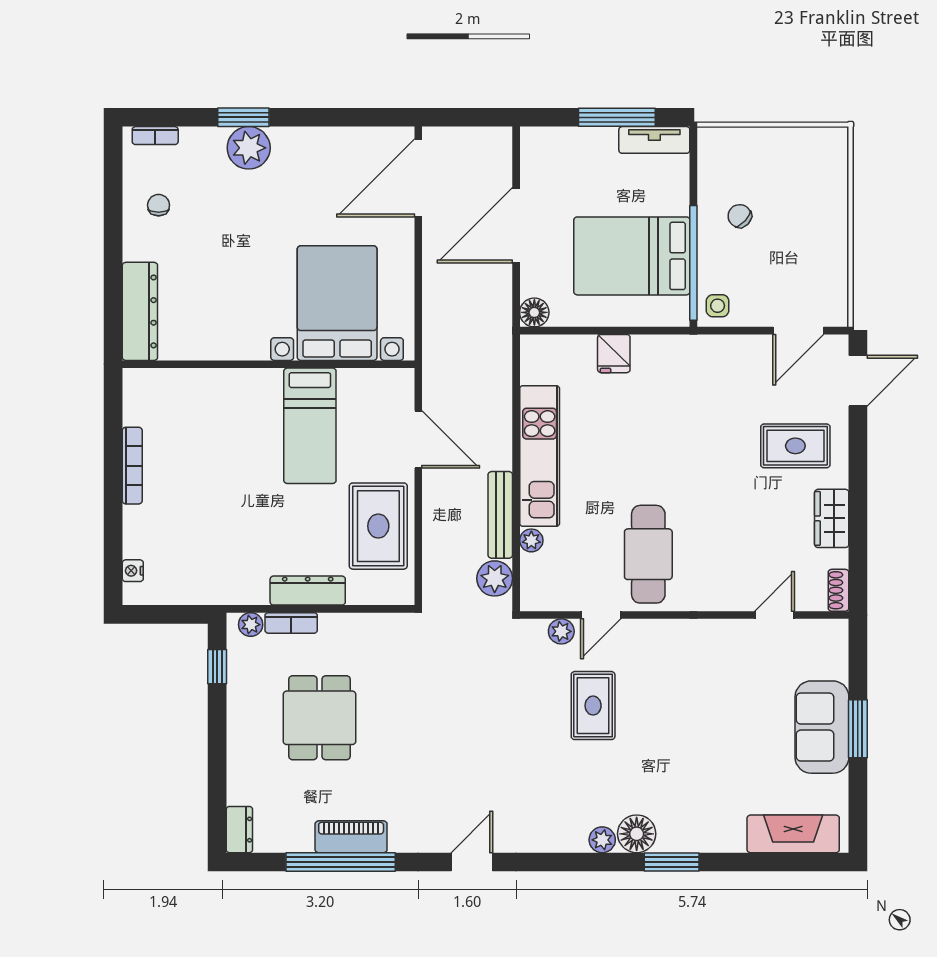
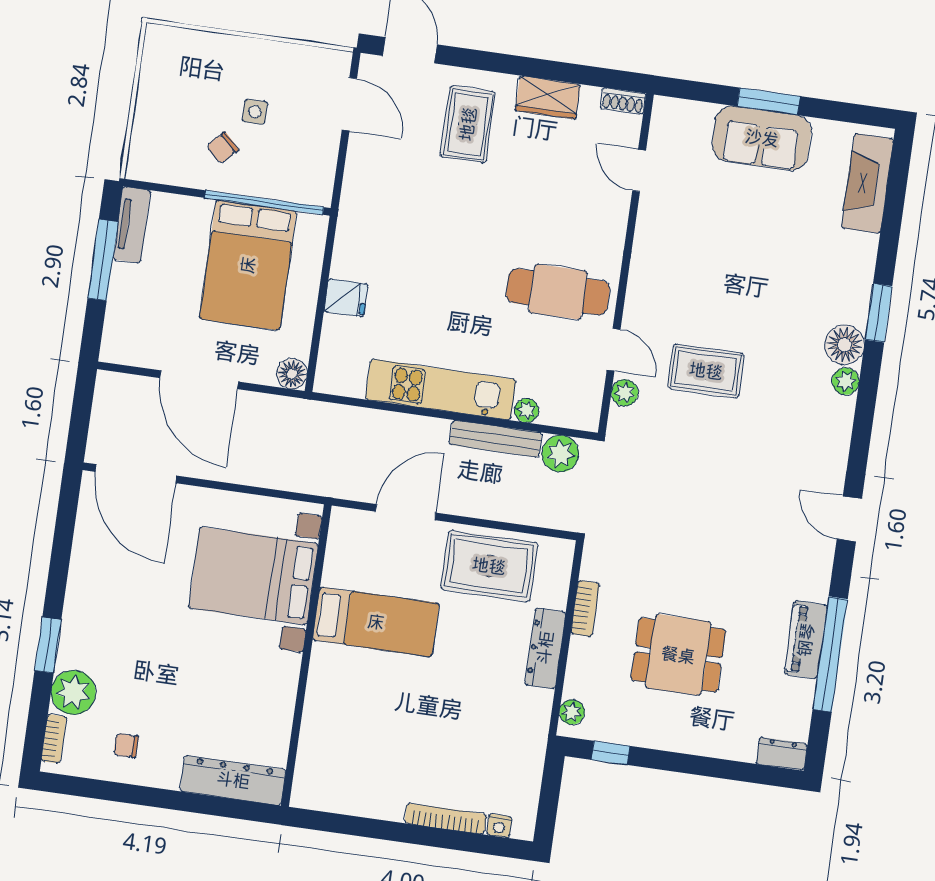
plant: (249, 148) -> (73, 692), moved
side table: (718, 306) -> (255, 112), moved
bookcase: (132, 466) -> (446, 819), moved
bookcase: (291, 623) -> (585, 608), moved

